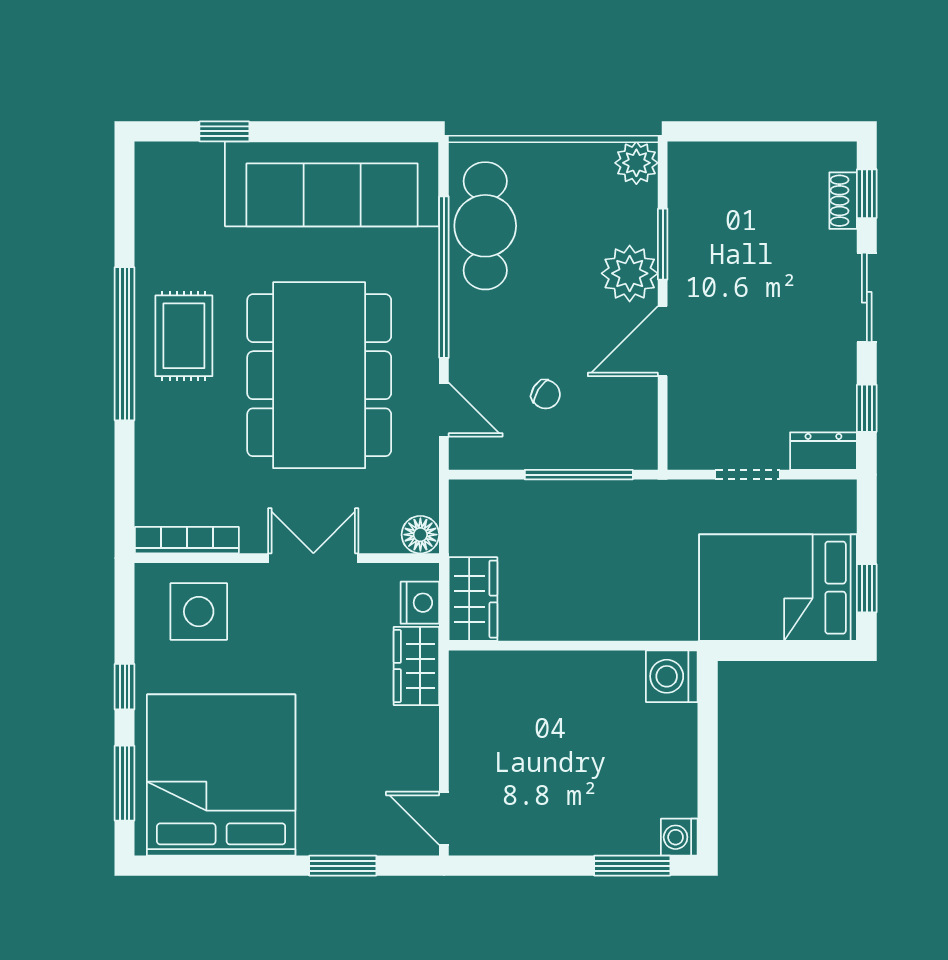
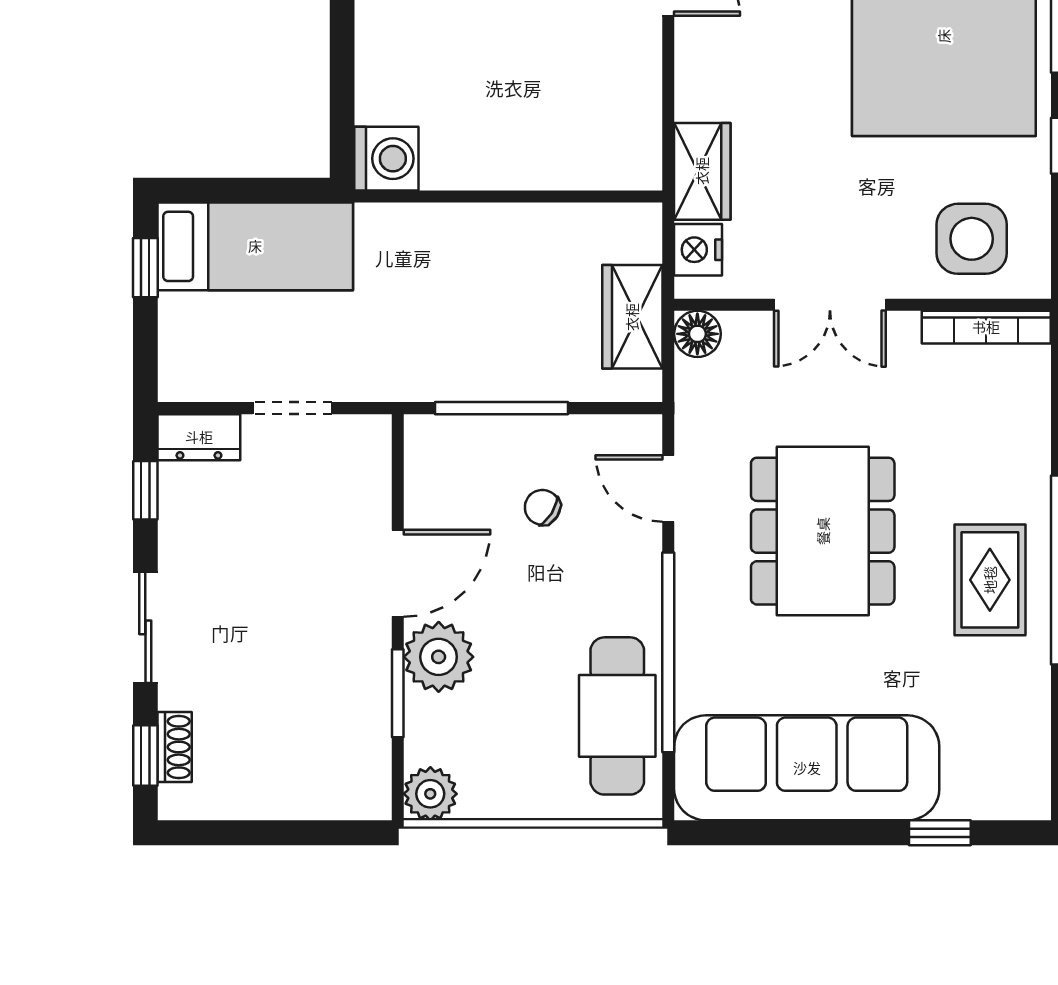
dining table: (319, 375) -> (823, 531), width x0.73, depth x0.80
bed: (778, 588) -> (255, 246), width x0.67
wardrobe: (473, 599) -> (632, 317), moved

